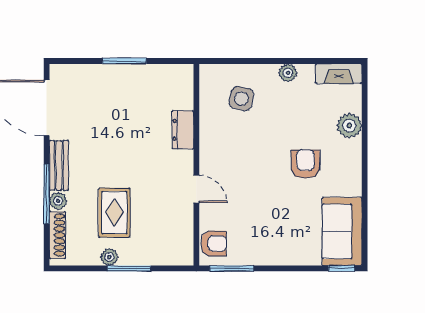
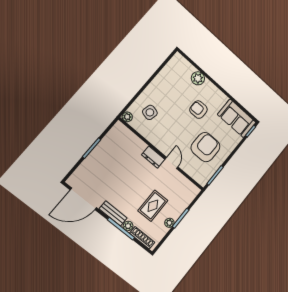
plant: (288, 73) -> (127, 117), moved
fireplace: (339, 74) -> (173, 64), removed
dresser: (183, 130) -> (153, 157), moved
door: (196, 189) -> (172, 163), hinge flipped
rug: (114, 213) -> (153, 206), turned 90
armchair: (214, 244) -> (205, 147), moved, width x1.88, depth x1.88

